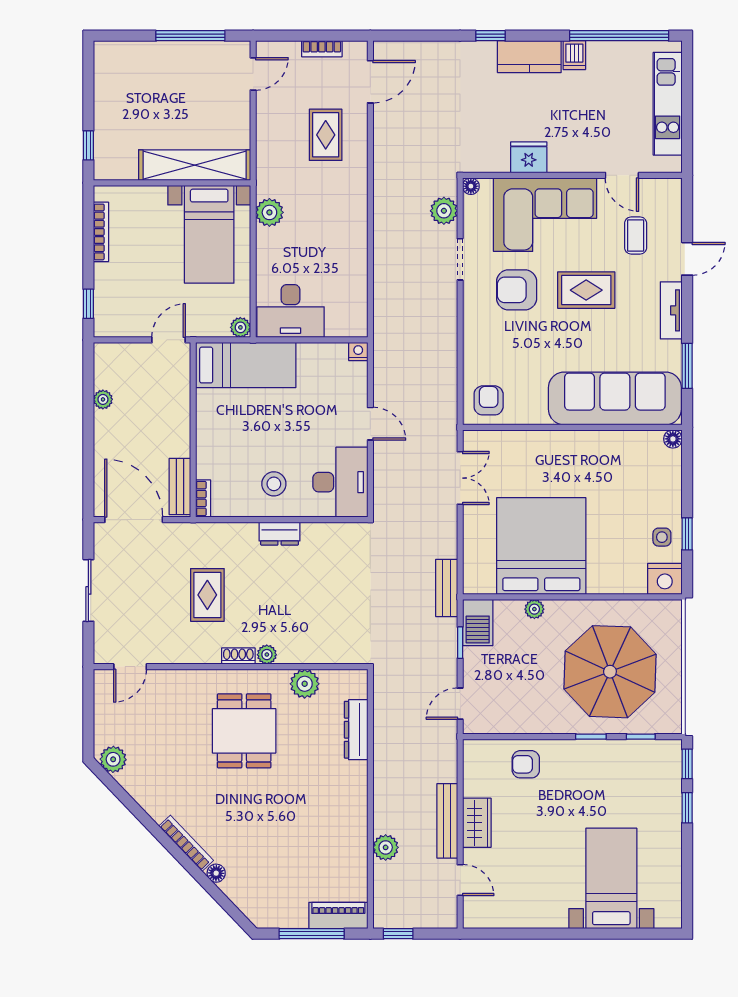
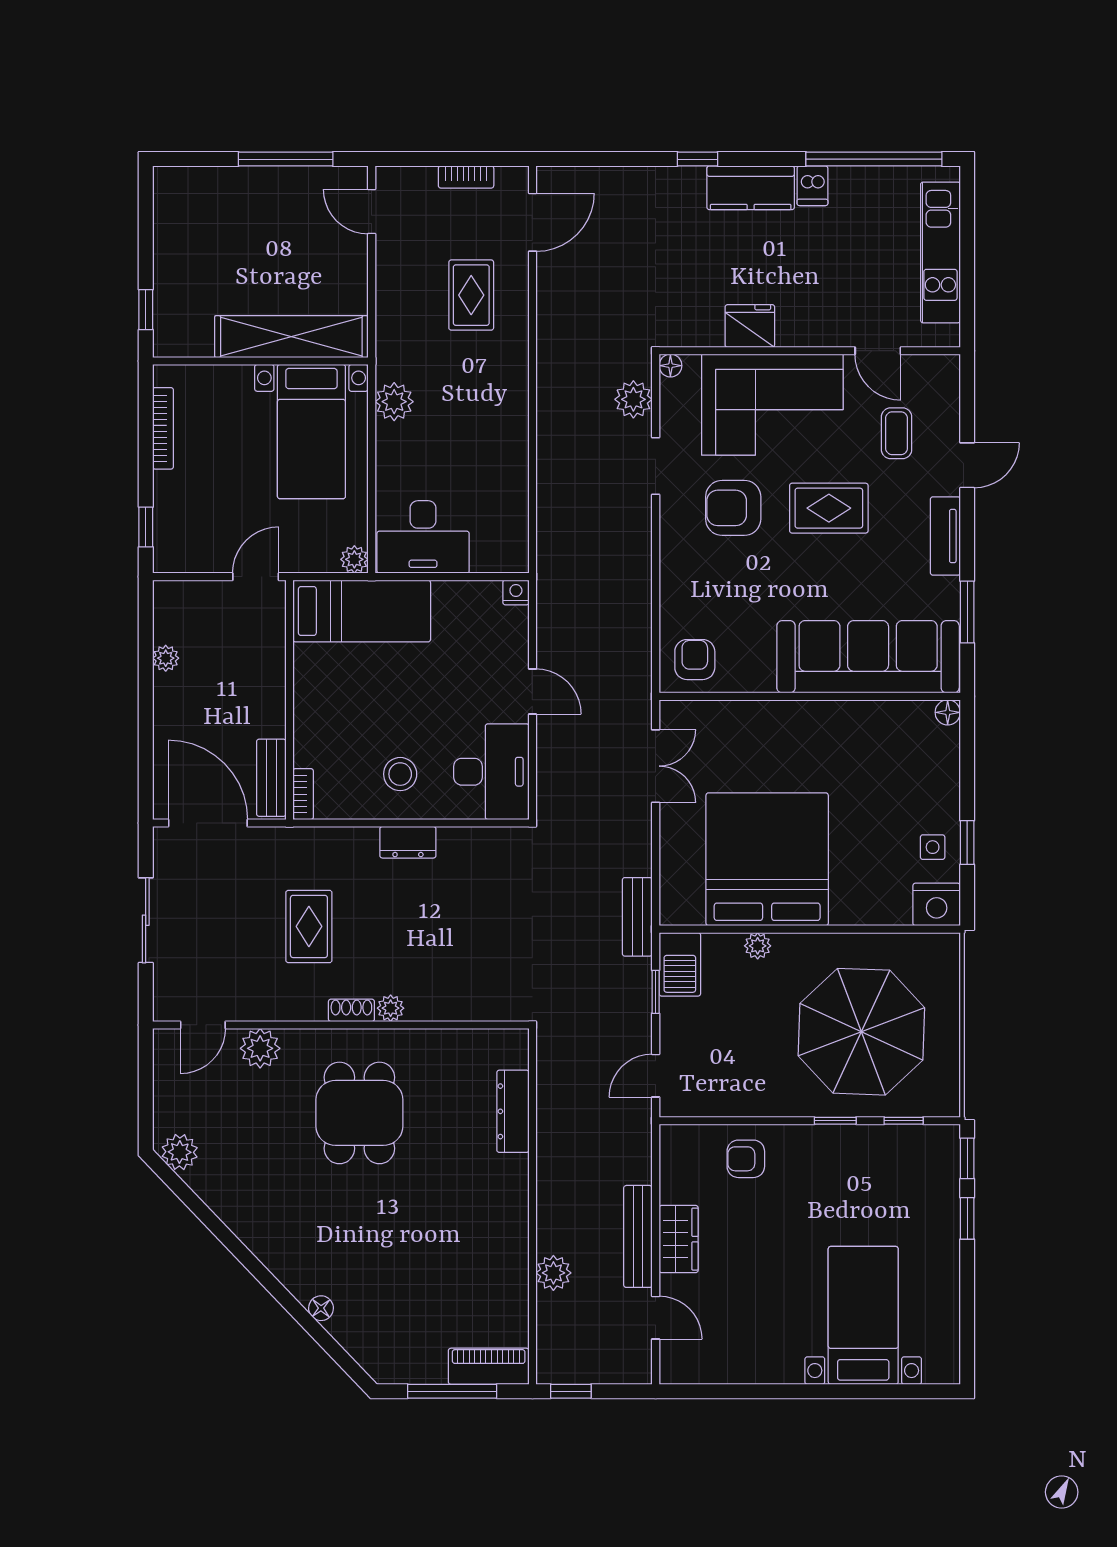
door: (253, 74) -> (372, 212), swing flipped
plant: (305, 684) -> (260, 1048), moved
bookcase: (186, 843) -> (280, 1267), removed

